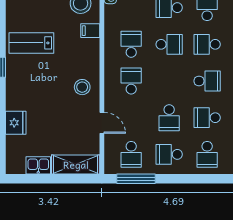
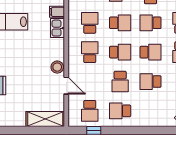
stool: (82, 87) -> (57, 67), moved
school desk: (207, 154) -> (120, 52), moved, turned -90
kitchen sink: (38, 165) -> (58, 28), moved, turned -90
window: (136, 179) -> (94, 130), width x0.46

